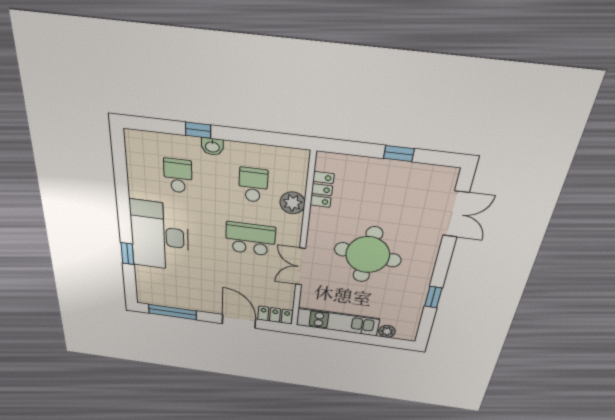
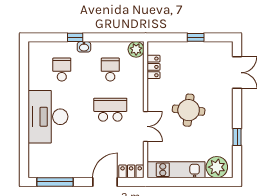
plant: (292, 203) -> (136, 49), moved
window: (127, 254) -> (24, 135), removed
round table: (368, 255) -> (189, 110), width x0.73, depth x0.73
double door: (301, 267) -> (146, 126), swing flipped
door: (239, 321) -> (105, 182), hinge flipped
plant: (387, 331) -> (217, 167), width x1.87, depth x1.87

